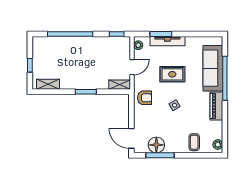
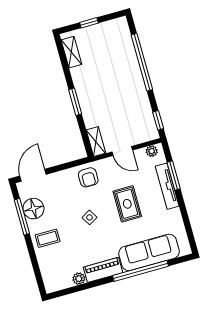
coffee table: (194, 142) -> (48, 238), moved
plant: (218, 144) -> (79, 279), moved

